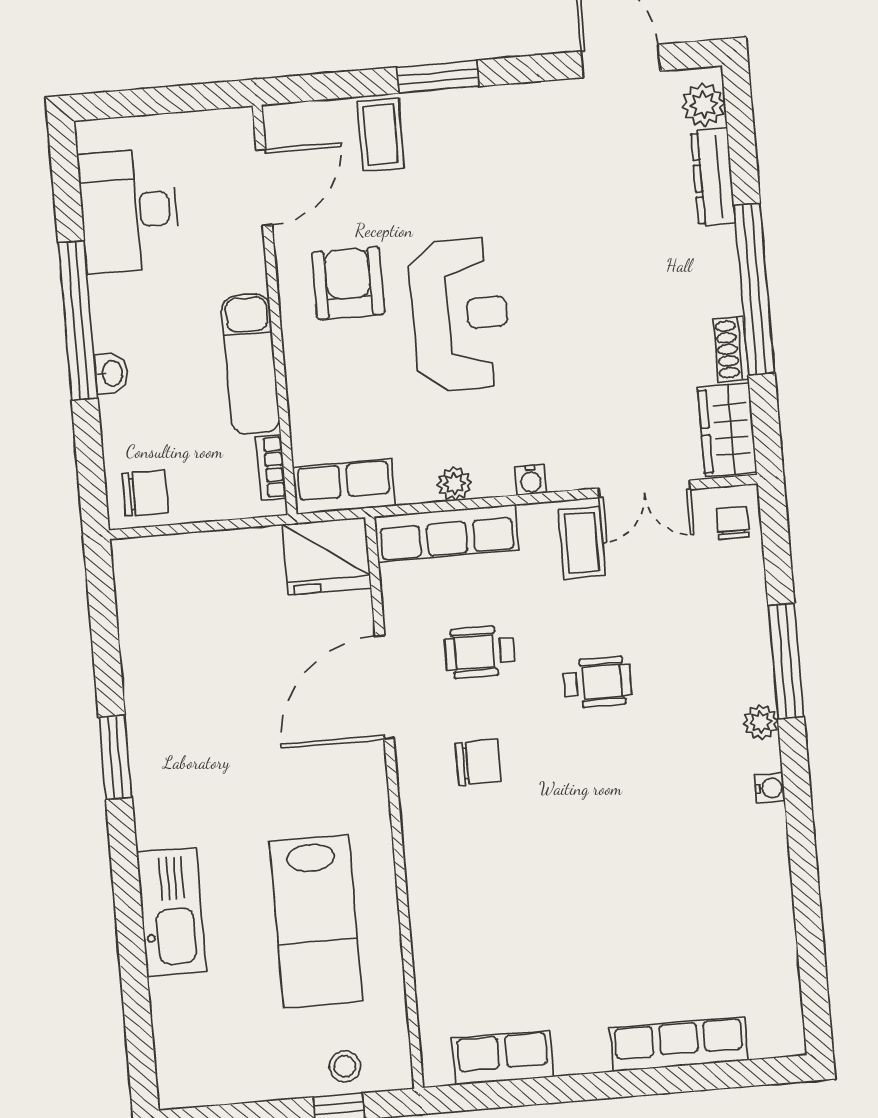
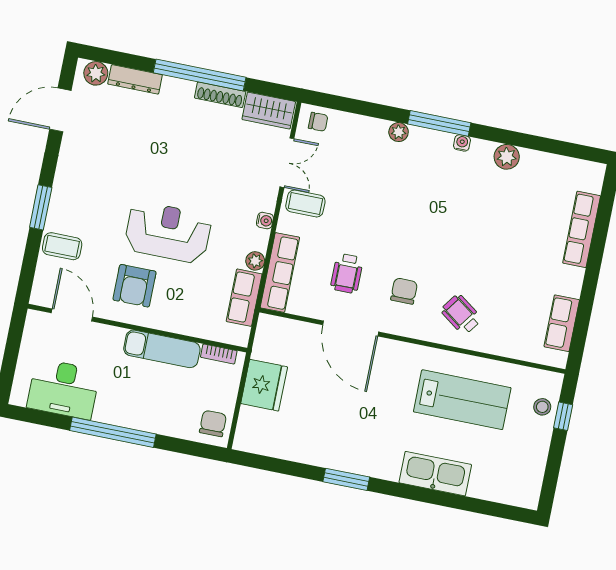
armchair: (348, 283) -> (135, 286), turned -90
shoe rack: (731, 349) -> (220, 95), width x1.43
washbasin: (111, 373) -> (146, 423), removed
row of seats: (344, 486) -> (244, 298), moved
chair: (733, 523) -> (318, 122), turned 180
fridge: (327, 556) -> (264, 385), moved
window: (786, 661) -> (439, 123), moved
wheelchair: (597, 682) -> (461, 315), moved, turned -54
plant: (761, 722) -> (399, 132), moved
plant: (768, 874) -> (507, 157), added

